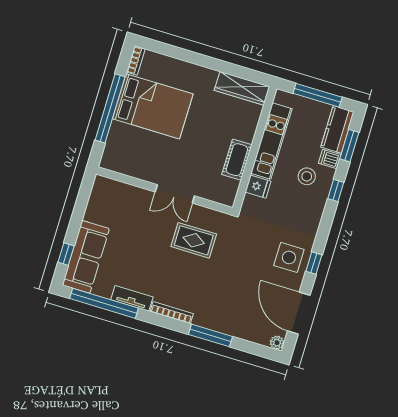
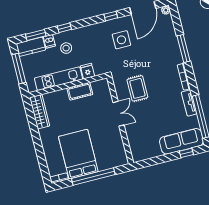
side table: (289, 257) -> (121, 40), moved

